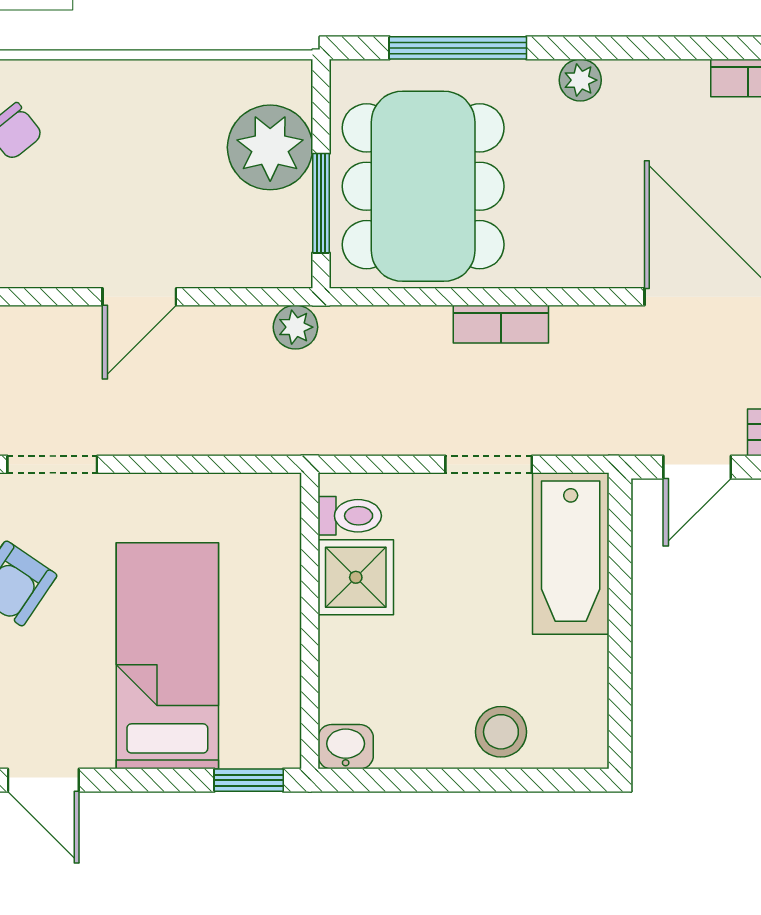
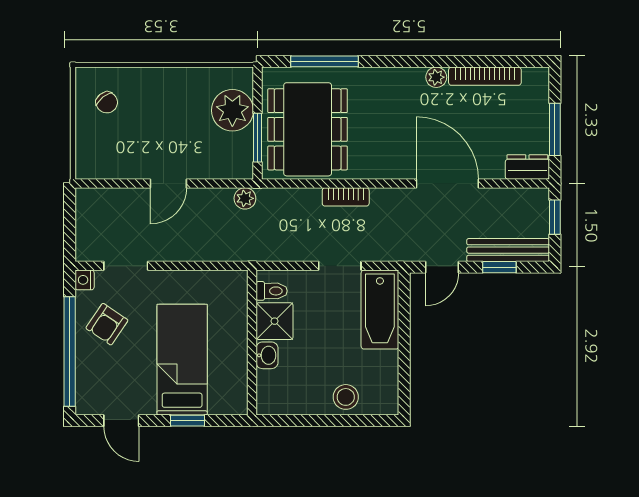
plant: (580, 80) -> (436, 77), moved
washbasin: (346, 747) -> (267, 355), moved, turned 90
window: (249, 780) -> (187, 421), moved

